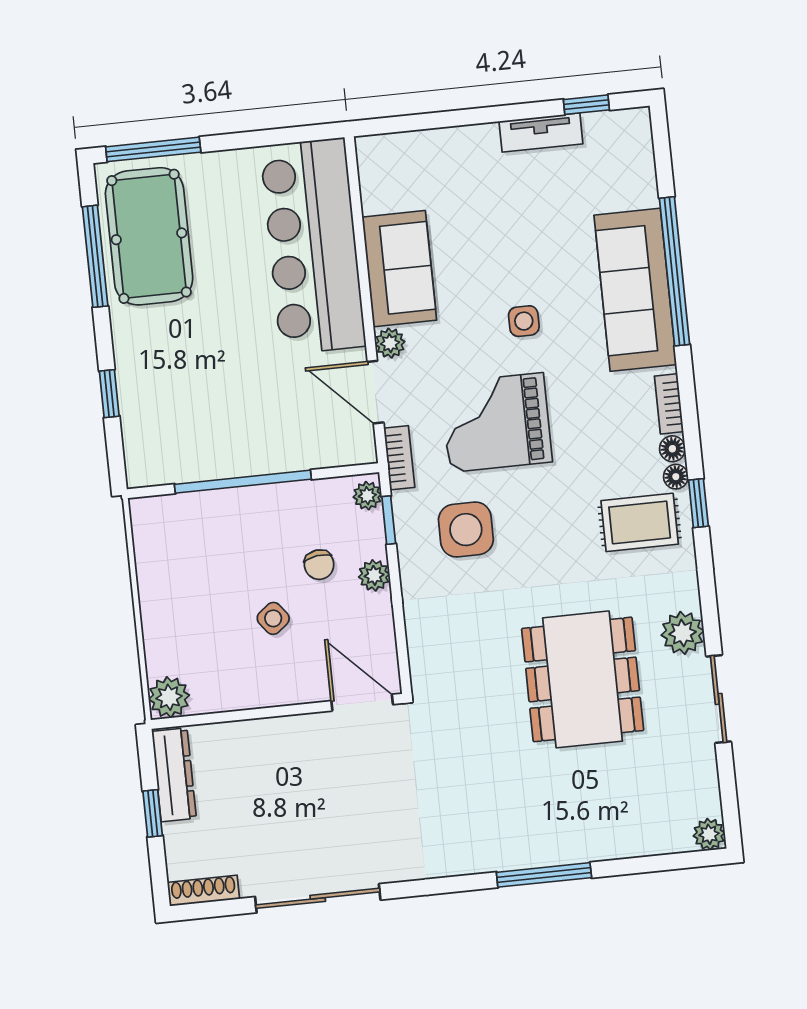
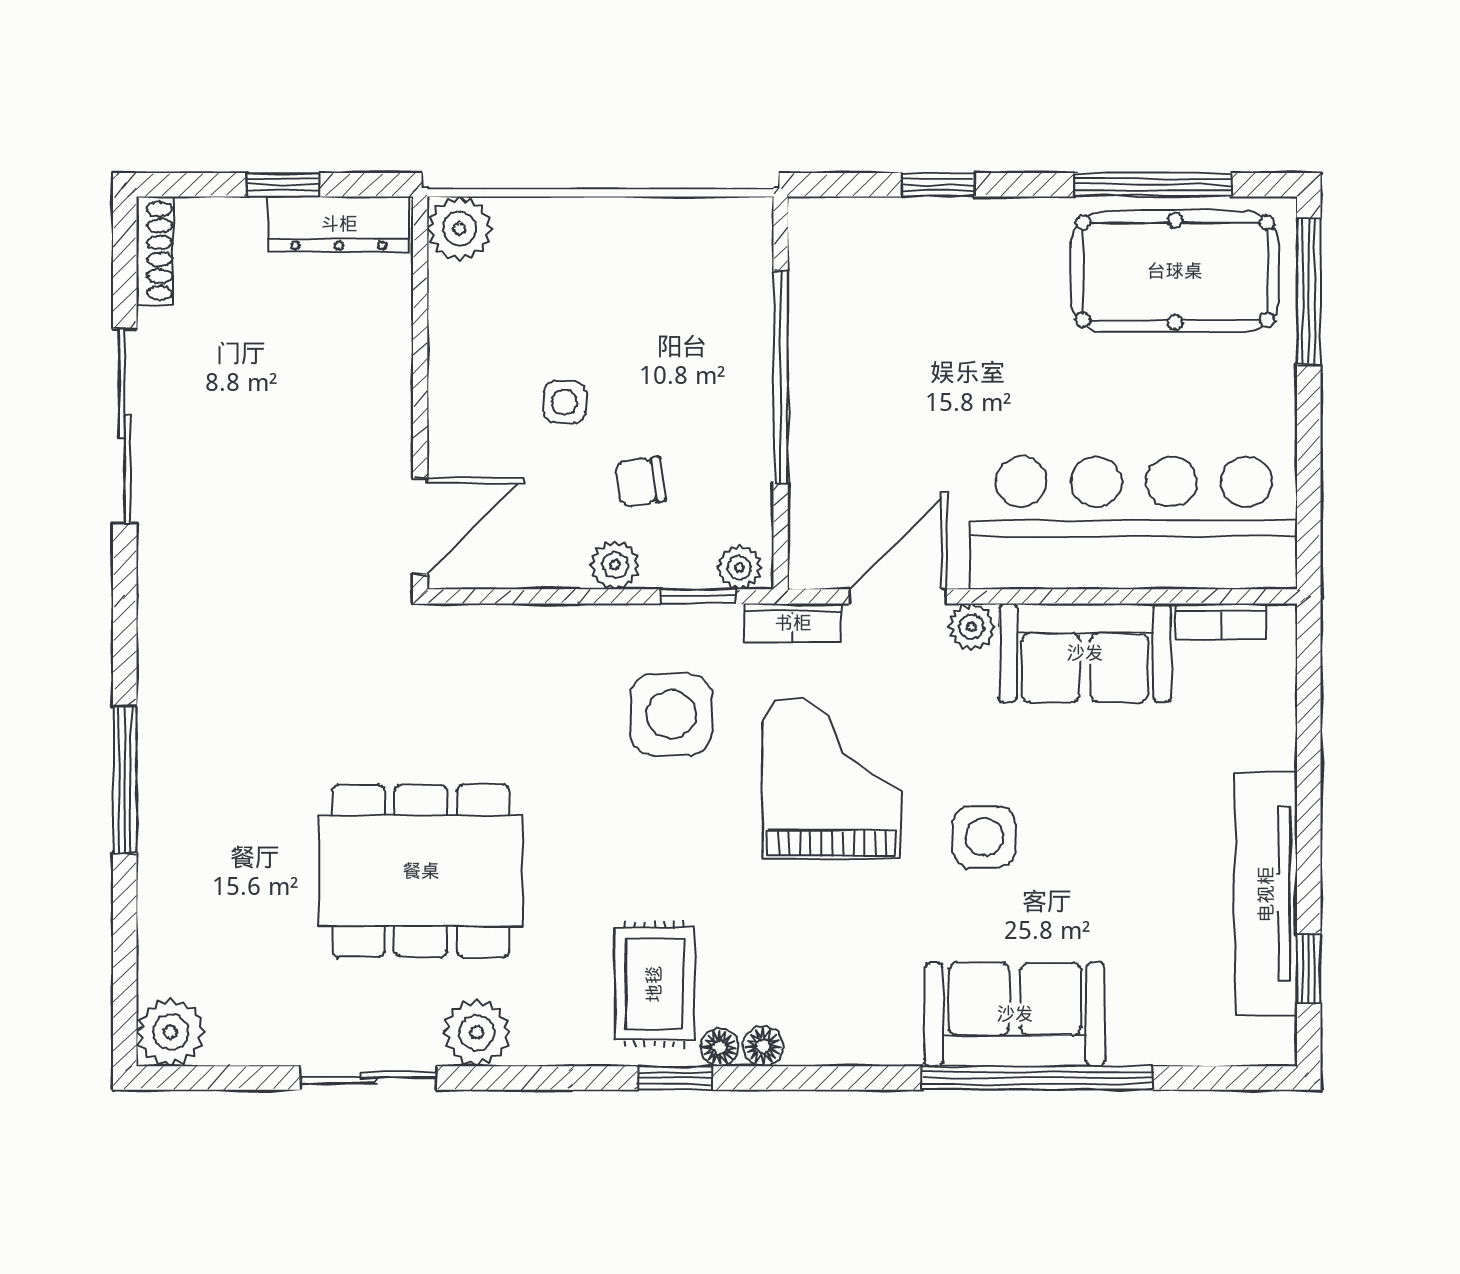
tv unit: (541, 133) -> (1266, 894), width x1.92, depth x1.29
sofa: (635, 290) -> (1015, 1014), width x0.73
side table: (524, 321) -> (984, 837), width x1.37, depth x1.37
bookcase: (669, 404) -> (1221, 622), moved, turned 180
side table: (273, 618) -> (565, 402), turned 38
plant: (709, 834) -> (171, 1032), width x1.38, depth x1.38

